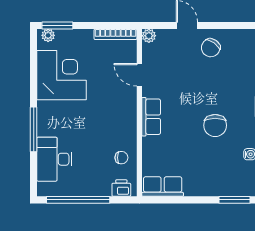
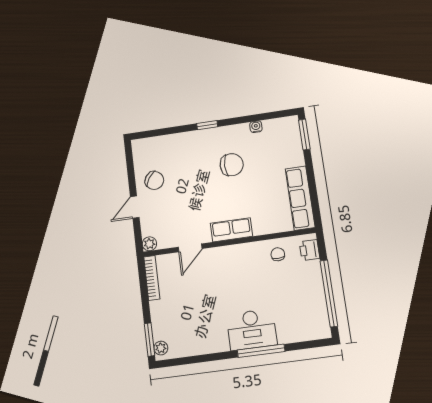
corner desk: (62, 75) -> (200, 328), removed
desk: (54, 159) -> (252, 329), moved
row of seats: (163, 187) -> (300, 198), width x1.48

